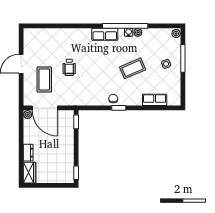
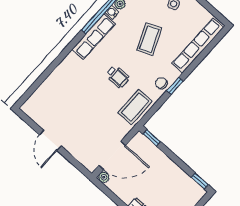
row of seats: (105, 34) -> (94, 37), width x1.48
wheelchair: (69, 67) -> (118, 77), moved
coffee table: (44, 79) -> (135, 107), moved, turned 90
row of seats: (155, 100) -> (198, 45), width x2.02

